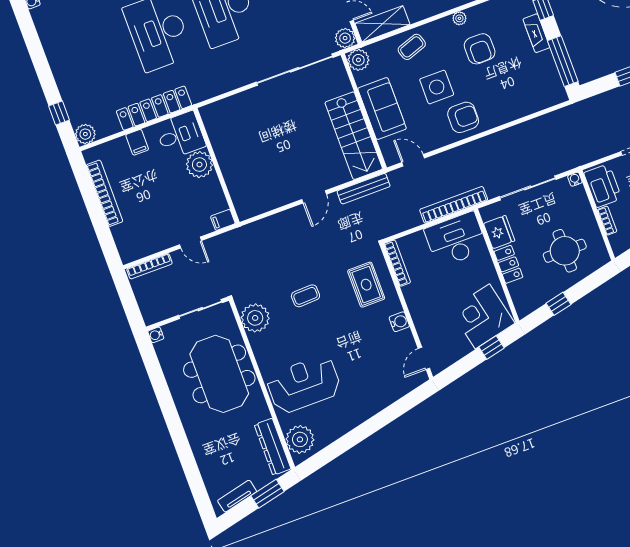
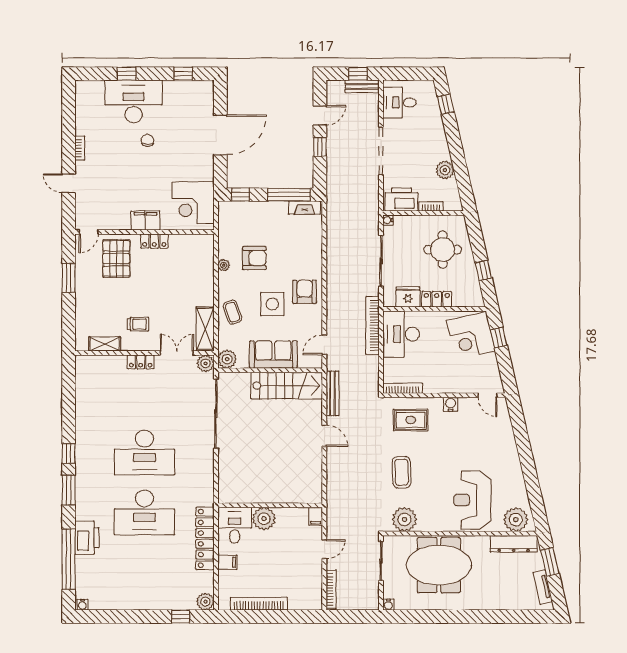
fireplace: (536, 33) -> (304, 208), moved
coffee table: (305, 296) -> (402, 472), width x1.36, depth x1.30

